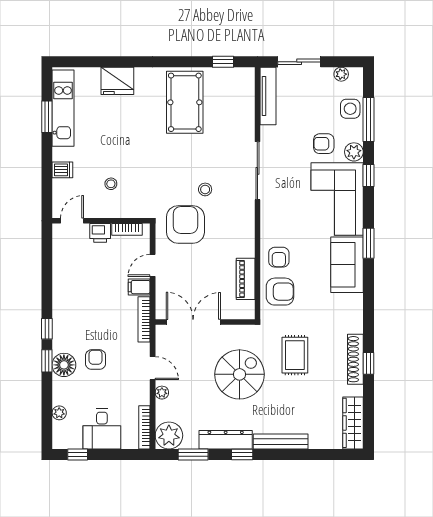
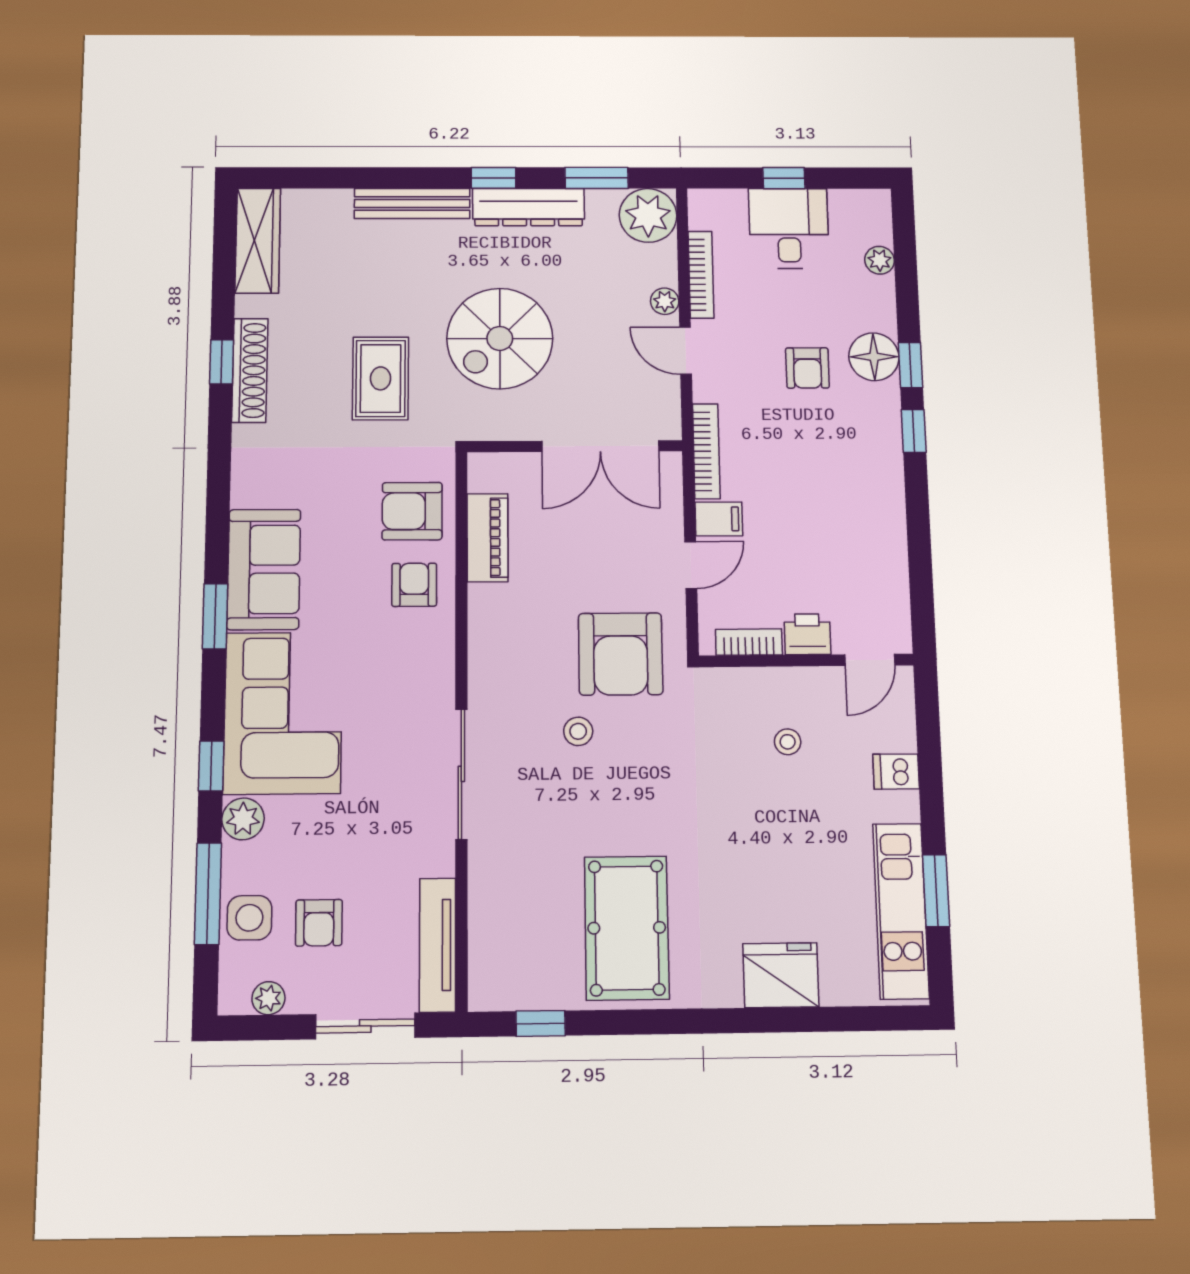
armchair: (324, 144) -> (319, 923), moved, turned 90
bookcase: (144, 427) -> (701, 275), moved
window: (78, 454) -> (784, 178), moved

